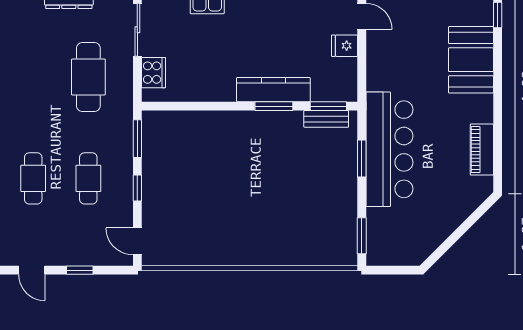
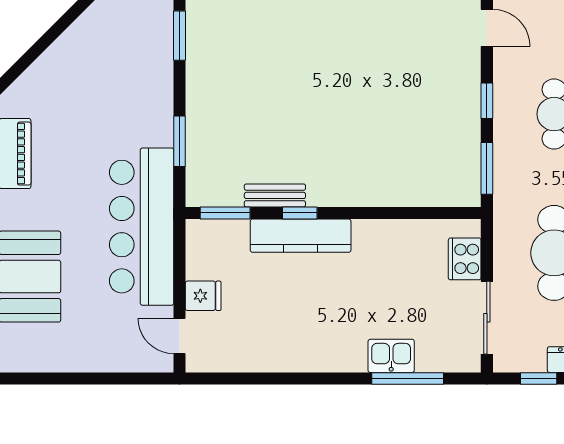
window: (274, 106) -> (300, 213), width x0.67
bench: (326, 119) -> (275, 195), moved
bar counter: (389, 149) -> (142, 227), moved

